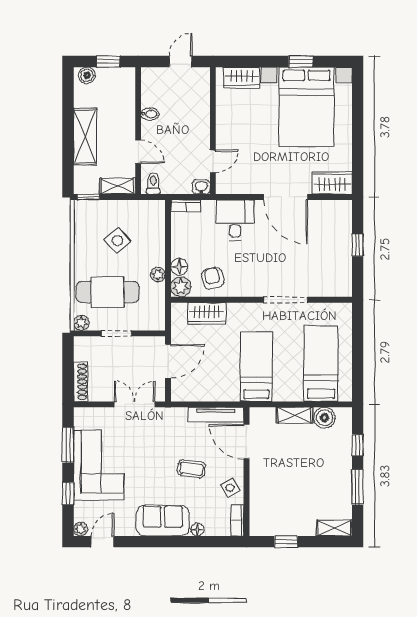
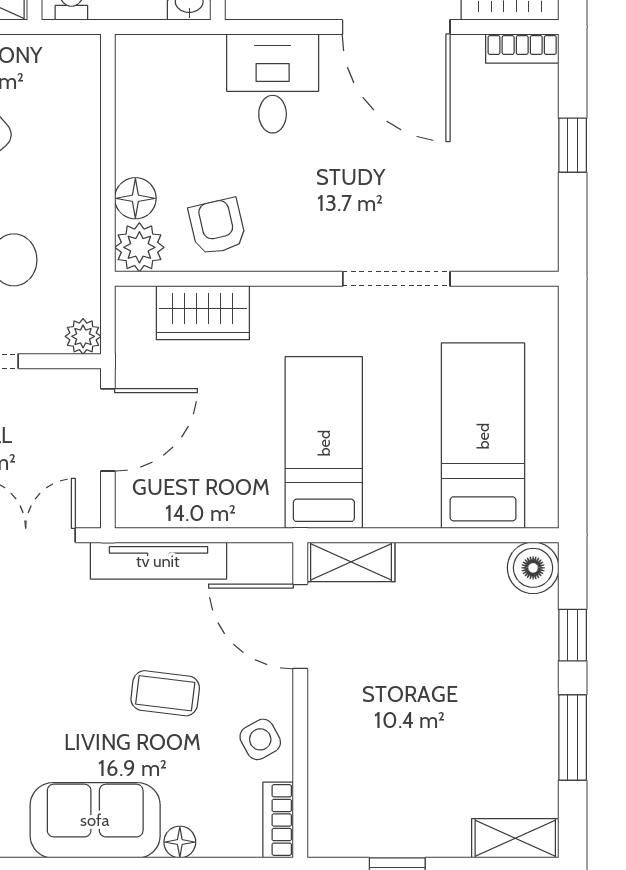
bookcase: (186, 206) -> (522, 49), moved
plant: (158, 275) -> (83, 336), moved
tv unit: (216, 415) -> (158, 561), moved
shelving: (294, 415) -> (351, 562), moved
boiler: (324, 418) -> (533, 568), moved

